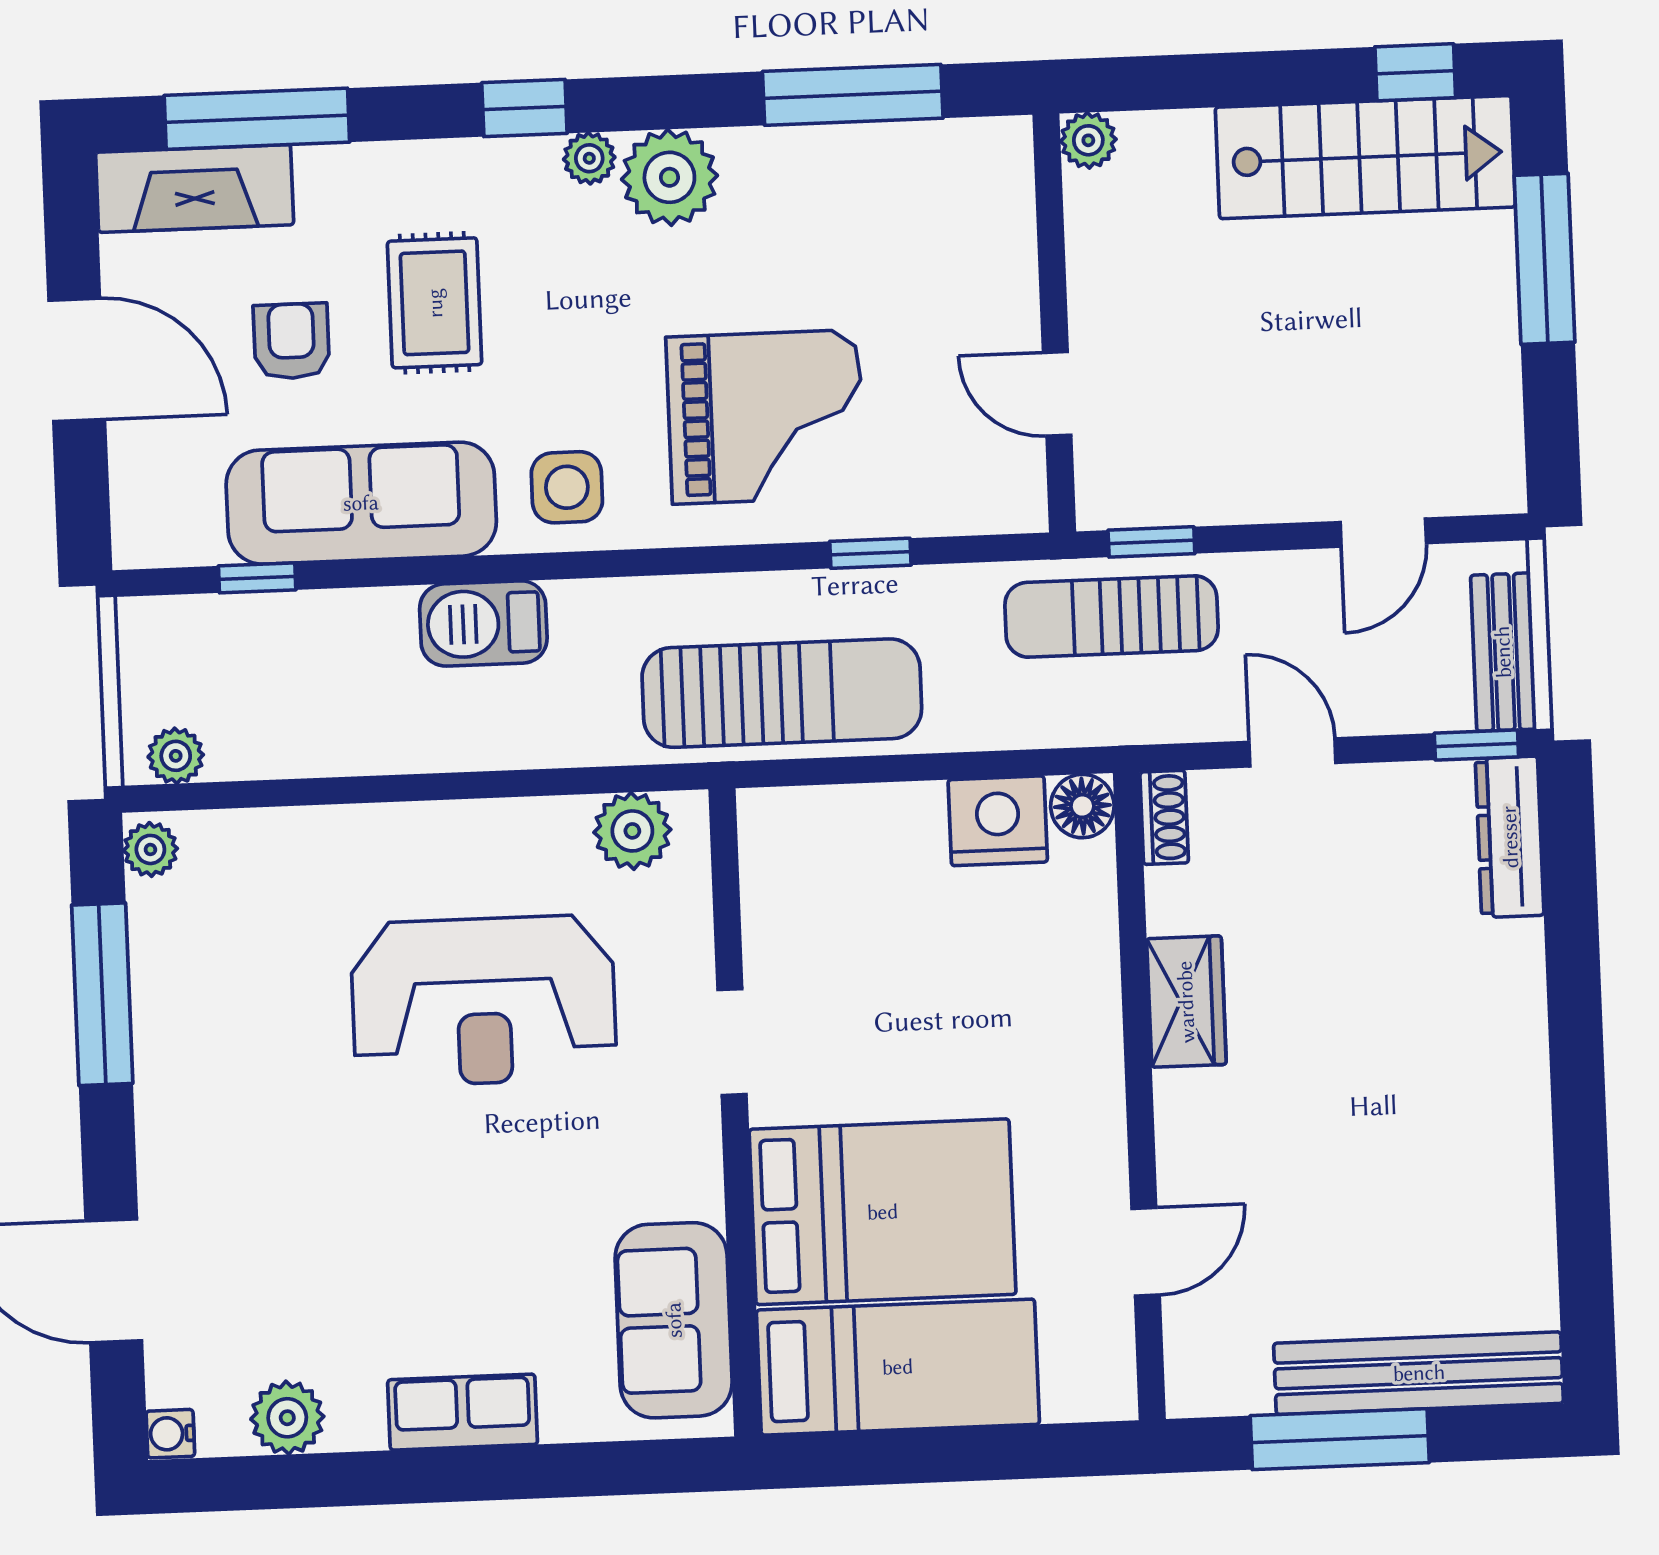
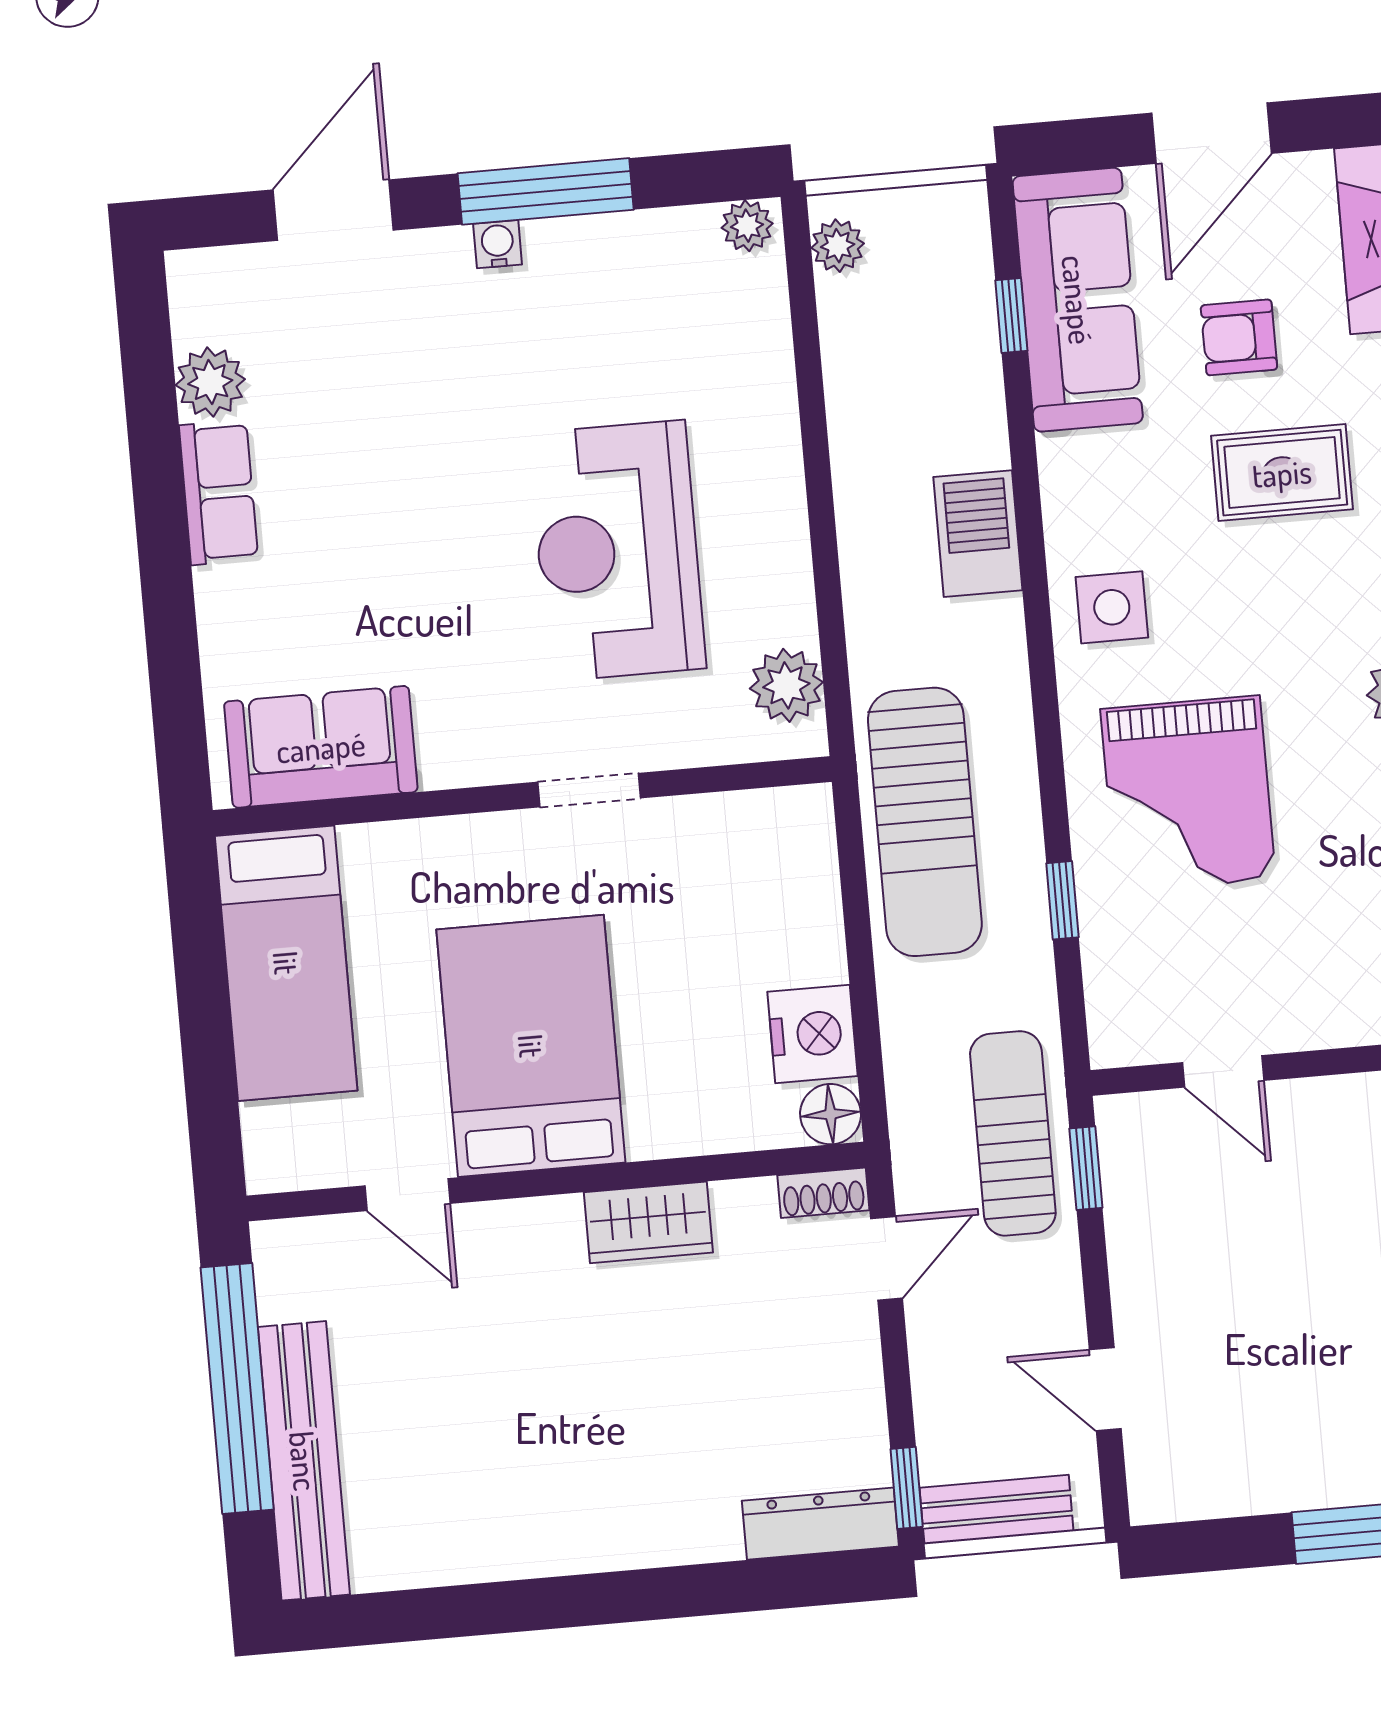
armchair: (291, 341) -> (1239, 337), turned 180
door: (1057, 394) -> (1223, 1071), swing flipped
sofa: (361, 503) -> (1078, 300), moved
door: (1292, 752) -> (887, 1258), moved
window: (102, 994) -> (546, 191), moved
bed: (883, 1212) -> (531, 1046), moved, turned 180
row of seats: (463, 1412) -> (219, 492), moved
water cooler: (170, 1434) -> (498, 244), moved
window: (1340, 1439) -> (237, 1389), width x1.46

